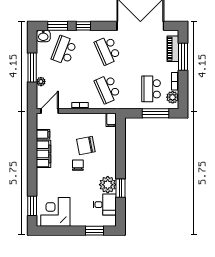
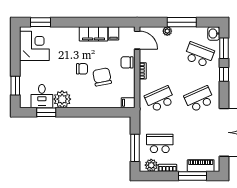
chair: (72, 121) -> (127, 62), added
window: (120, 188) -> (46, 112), moved

